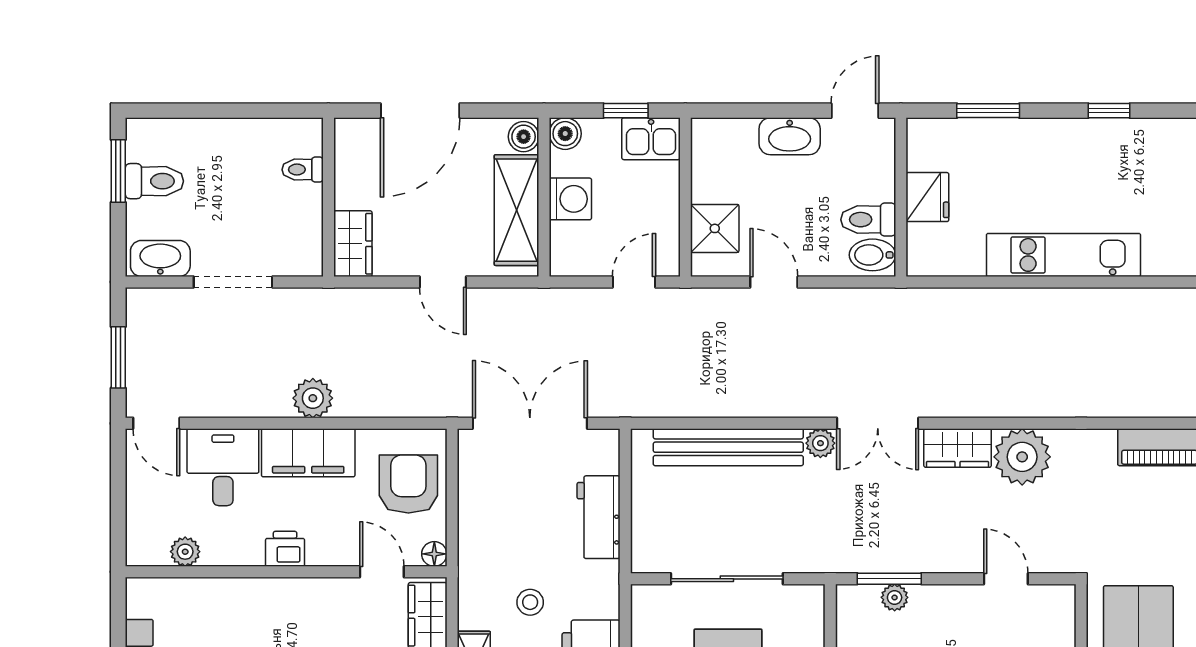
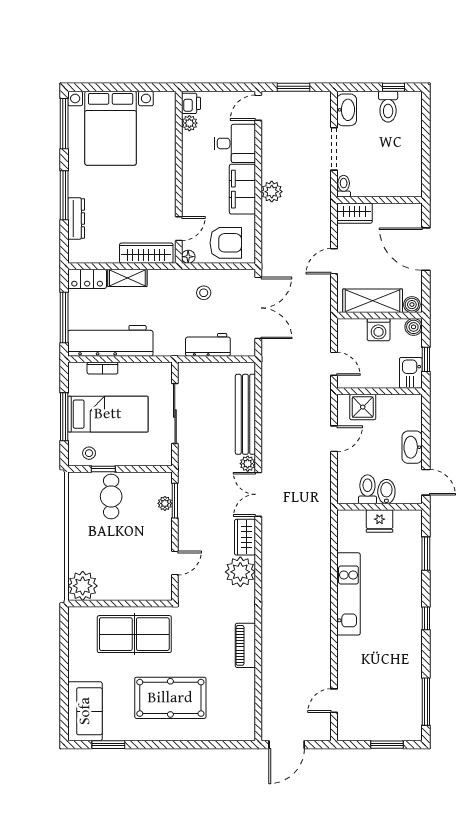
toilet: (303, 170) -> (344, 186), moved
window: (118, 171) -> (393, 87), width x0.67
bidet: (873, 255) -> (386, 492), moved
printer: (285, 549) -> (191, 103), moved
stool: (530, 602) -> (204, 293), moved

